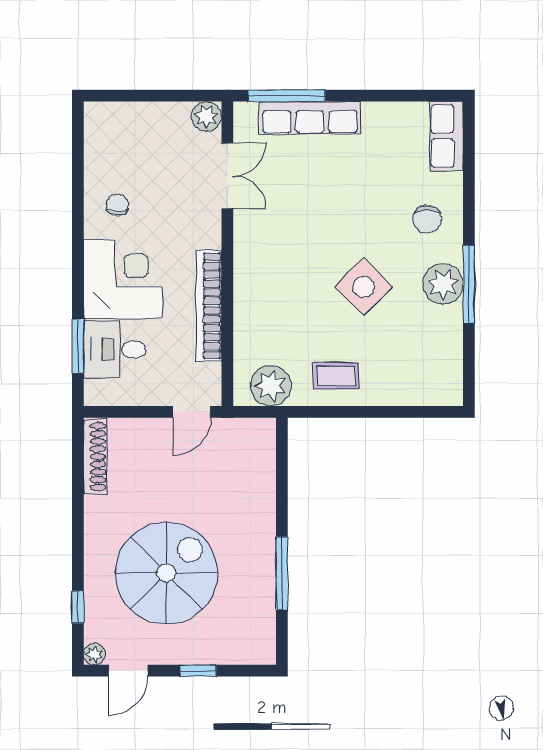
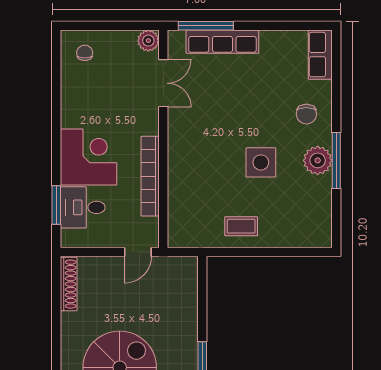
chair: (117, 205) -> (85, 53), moved
side table: (364, 287) -> (261, 162), turned 45
plant: (271, 386) -> (194, 233), removed

